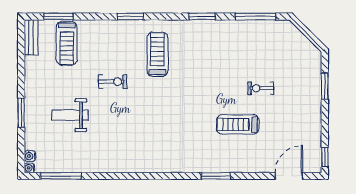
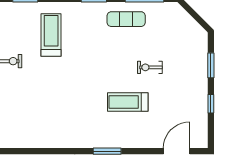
exercise mat: (236, 38) -> (126, 19), added
window: (325, 157) -> (211, 104), moved

